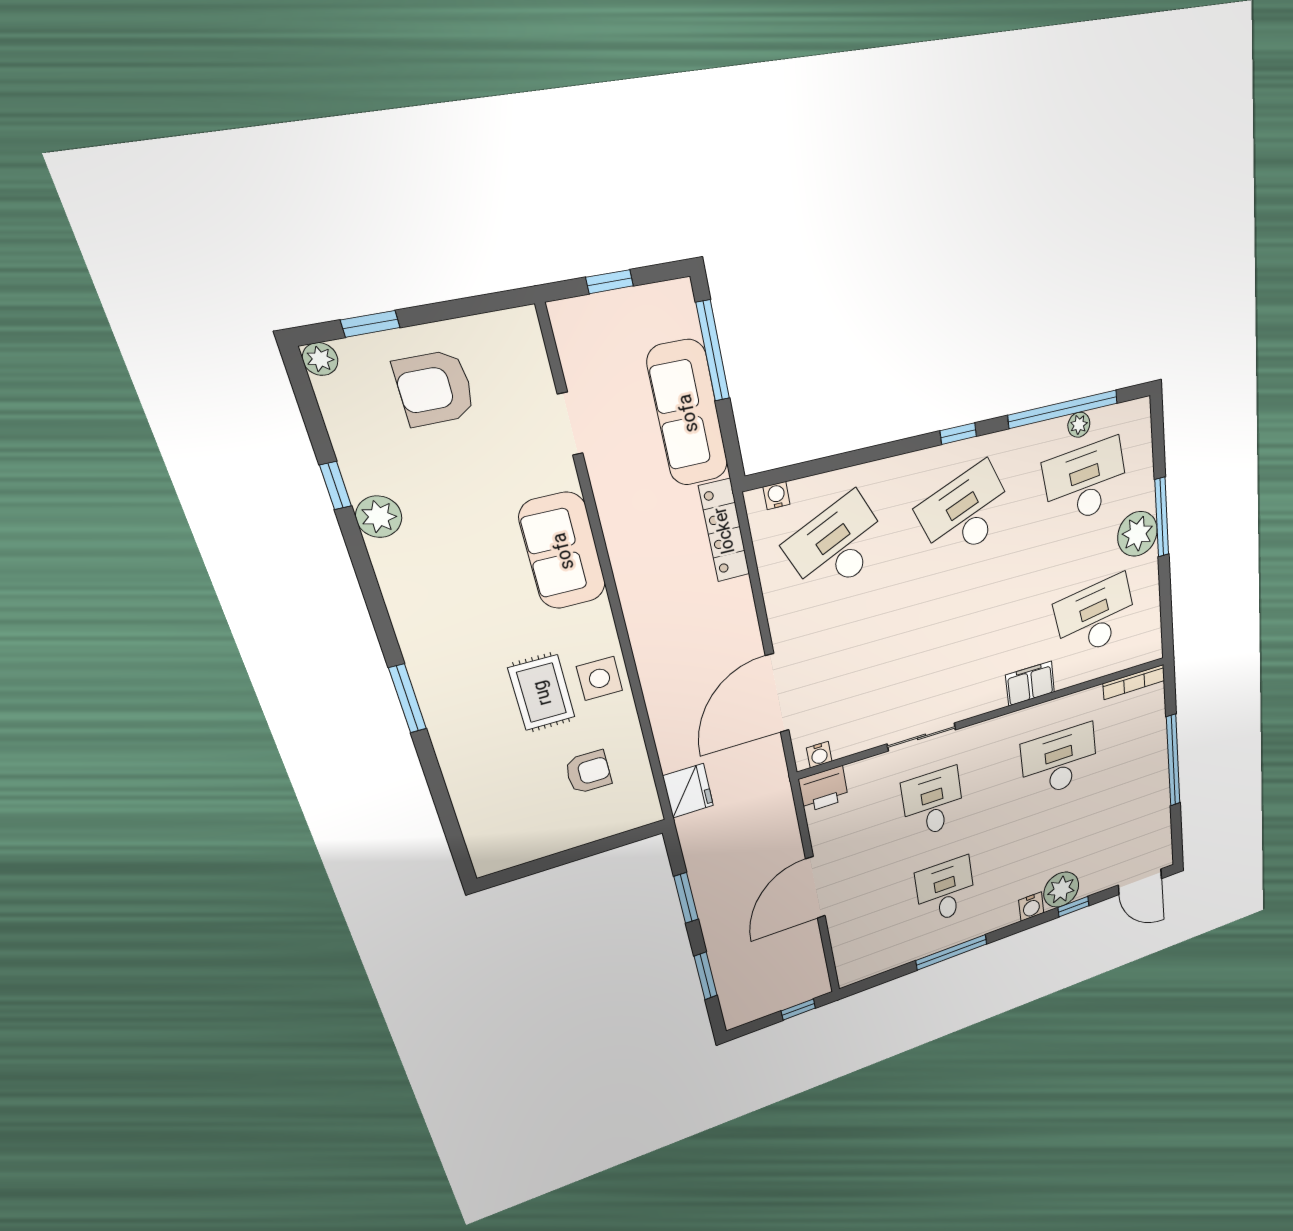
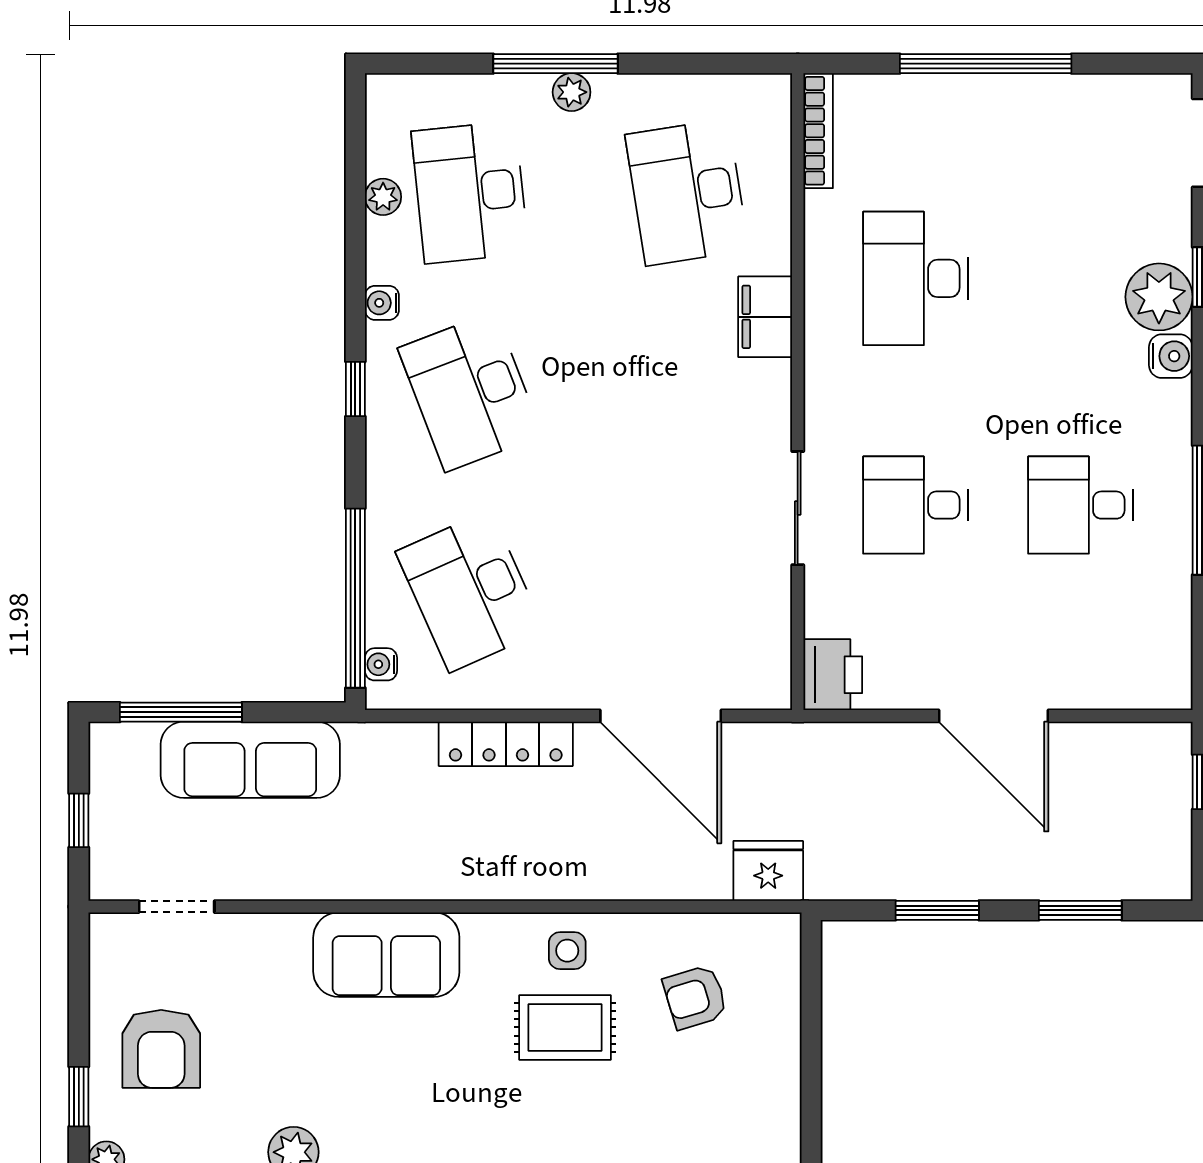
window: (1063, 409) -> (355, 598), moved
doorway: (570, 424) -> (177, 907), moved
locker: (724, 530) -> (506, 744), moved
plant: (1137, 534) -> (572, 92), width x0.53, depth x0.53
side table: (600, 678) -> (567, 951), width x0.73, depth x0.73
water cooler: (819, 755) -> (382, 303), moved, turned 180
armchair: (588, 772) -> (695, 997), turned -107

